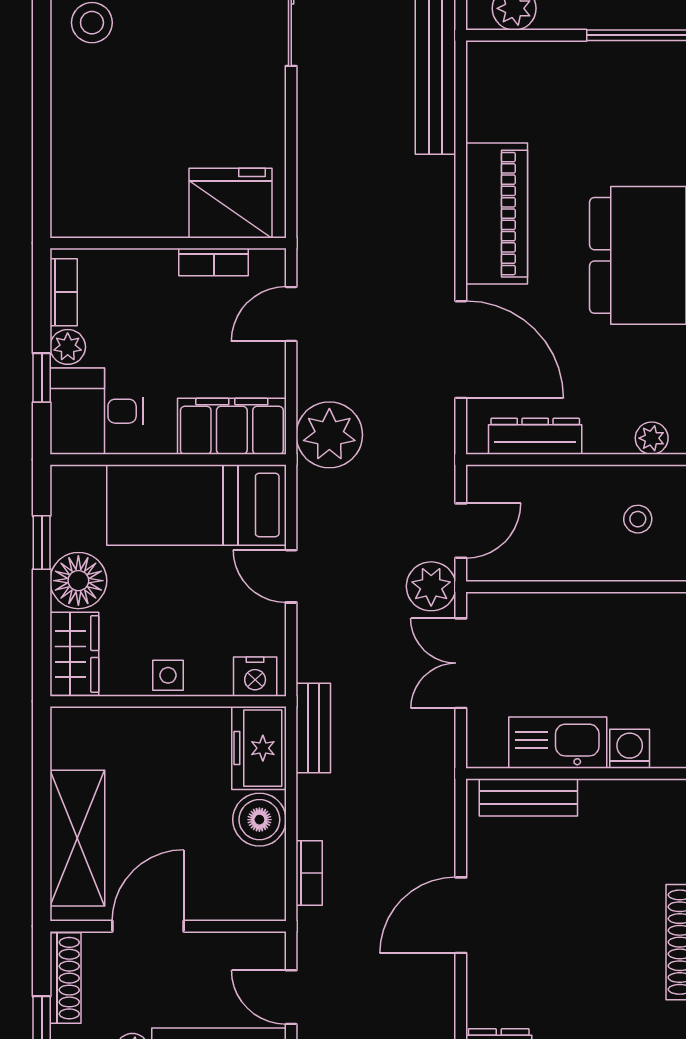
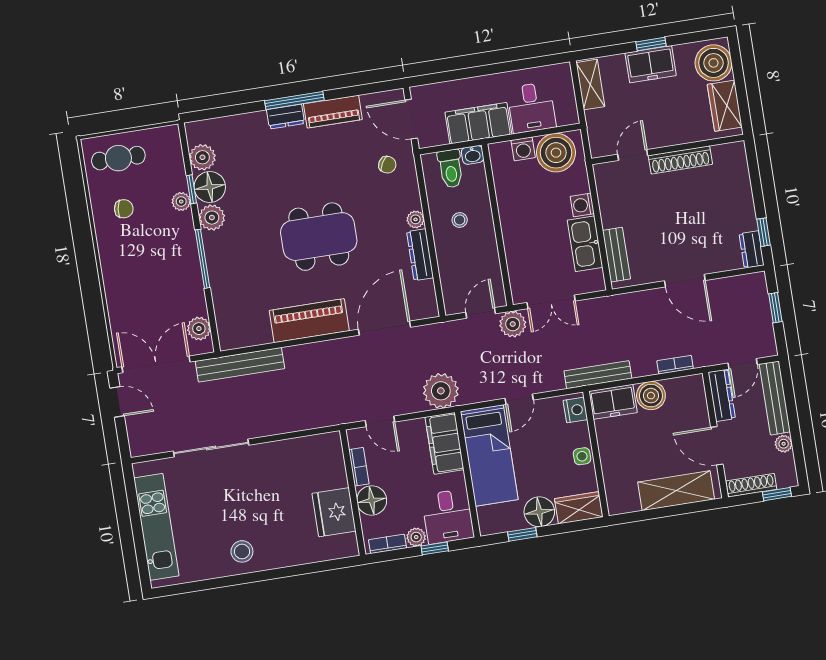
fridge: (231, 203) -> (334, 512), moved
floor lamp: (148, 276) -> (372, 500), added
dresser: (535, 436) -> (420, 255), moved
door: (461, 531) -> (481, 313), hinge flipped
bench: (313, 728) -> (598, 375), width x1.36
dresser: (239, 950) -> (722, 395), added

